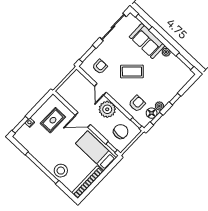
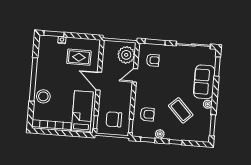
coffee table: (132, 72) -> (181, 110), moved
plant: (107, 109) -> (126, 55), moved
floor lamp: (152, 113) -> (149, 132), removed
chair: (121, 132) -> (114, 119), turned 180

